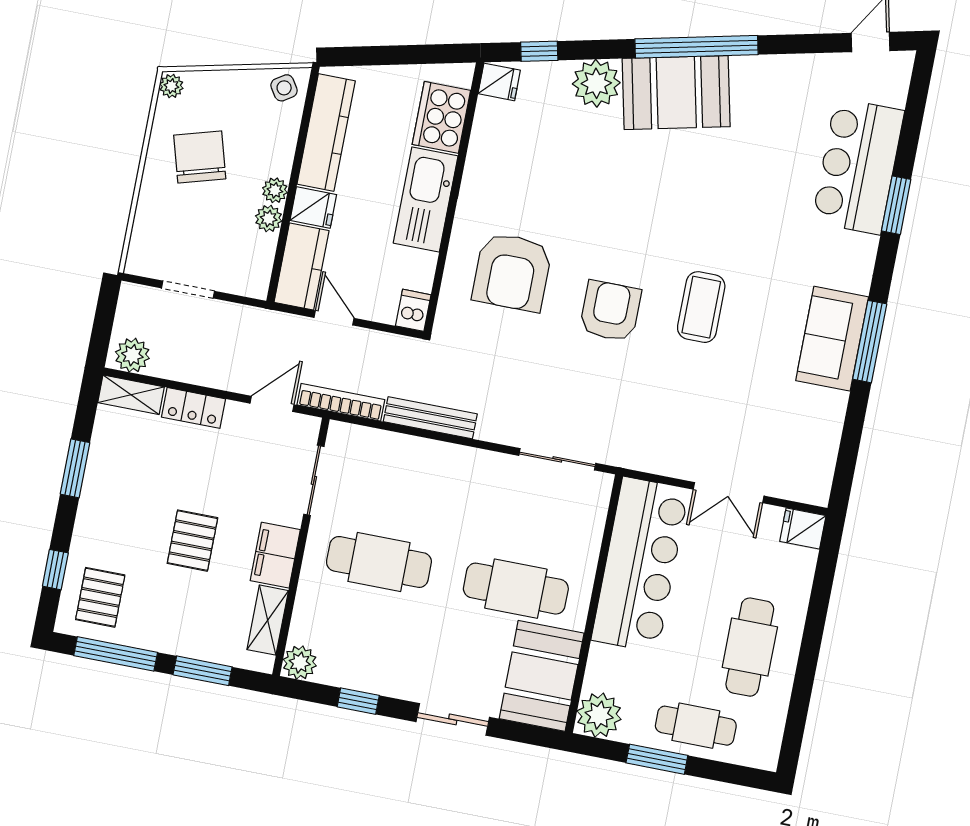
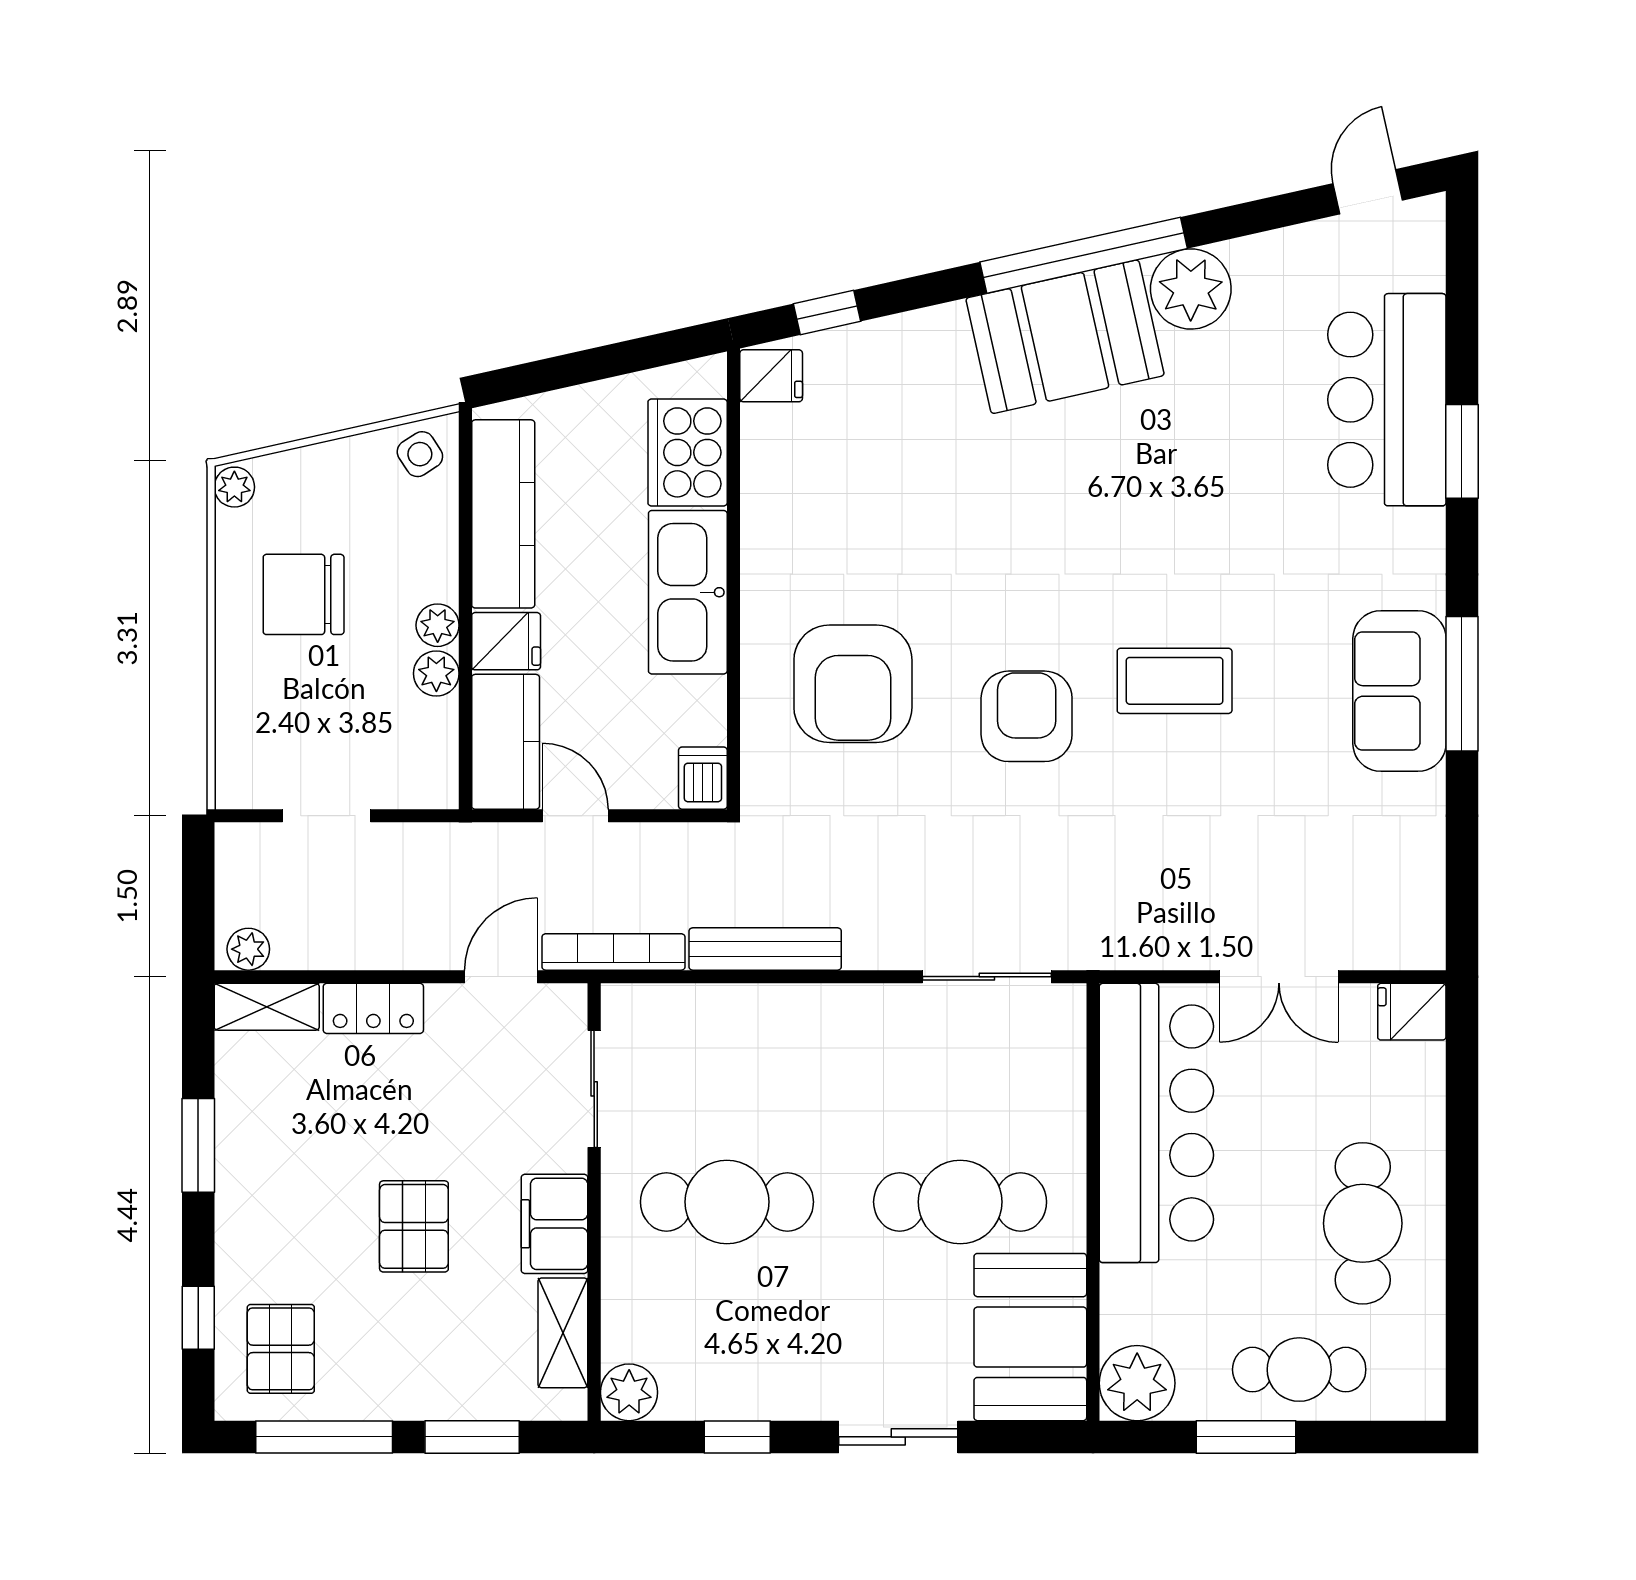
plant: (596, 83) -> (1191, 289), moved
chair: (200, 157) -> (304, 594), turned -74
coffee table: (701, 307) -> (1175, 681), turned 90
plant: (132, 355) -> (248, 949), width x0.73, depth x0.73

